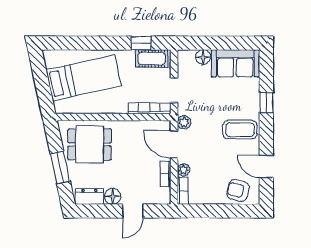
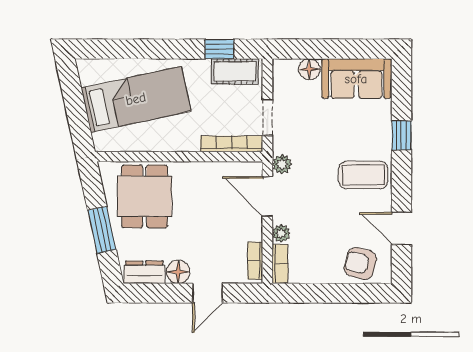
dining table: (90, 144) -> (145, 196), turned 90
bookcase: (166, 174) -> (255, 261), moved

